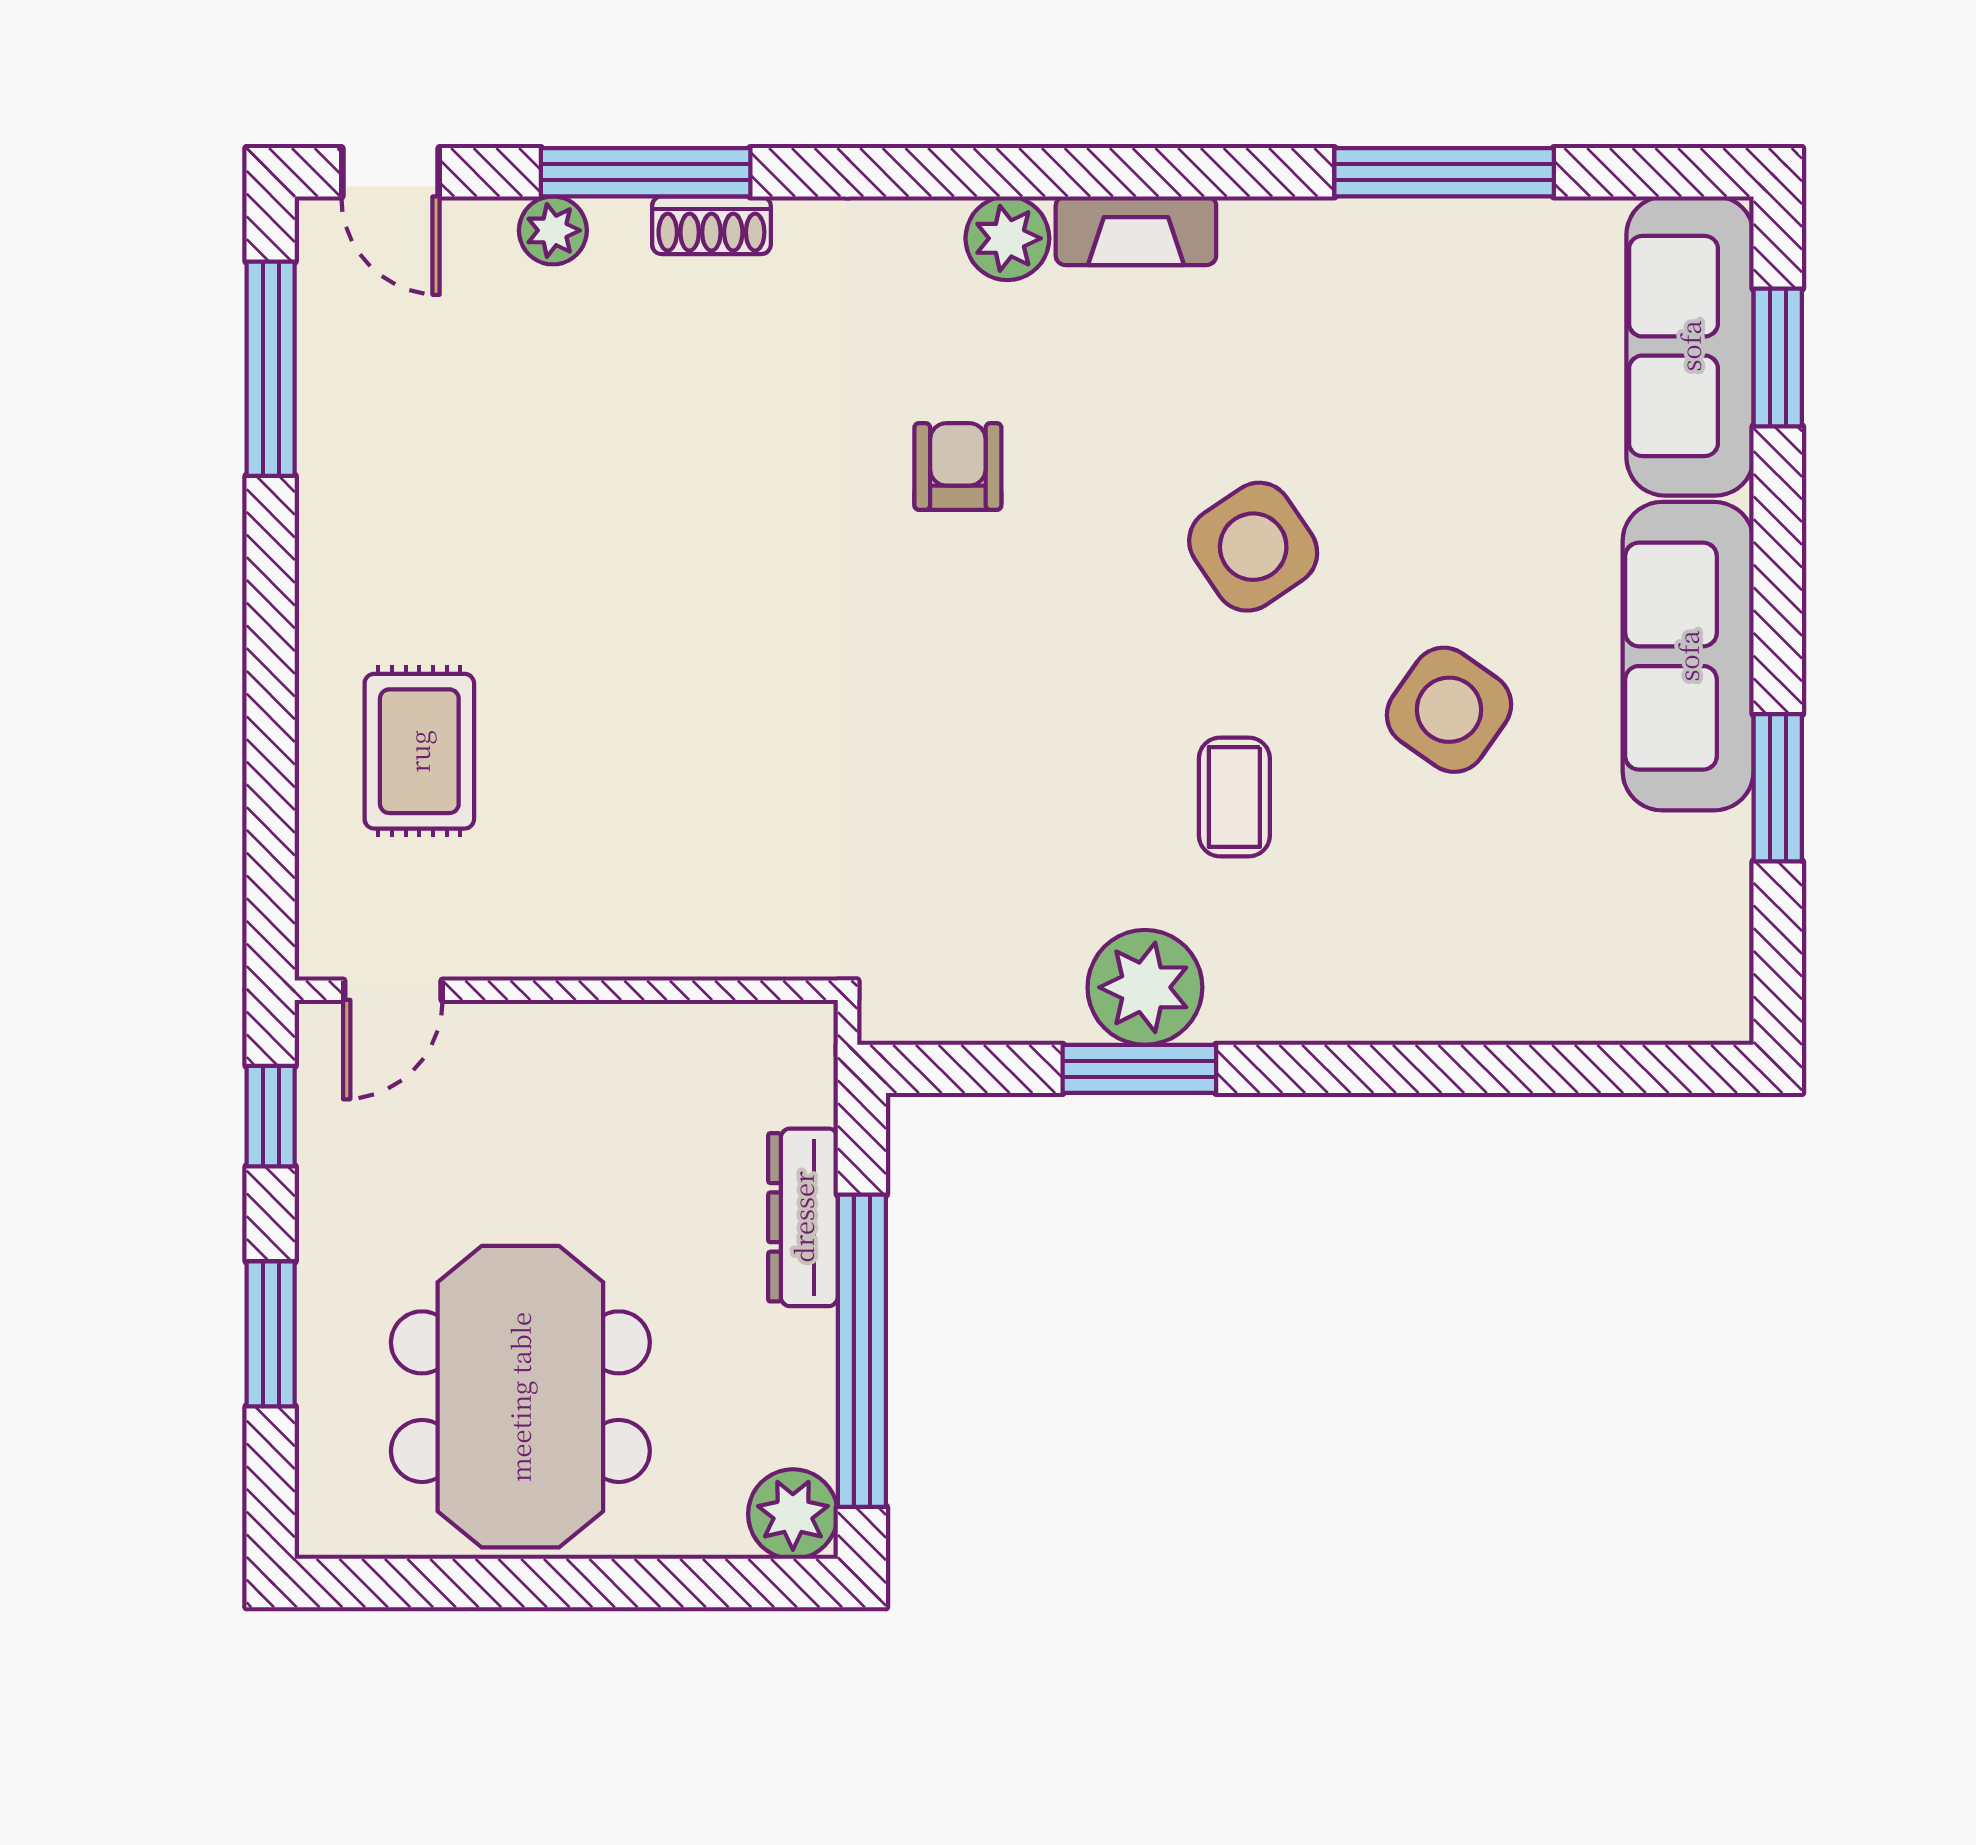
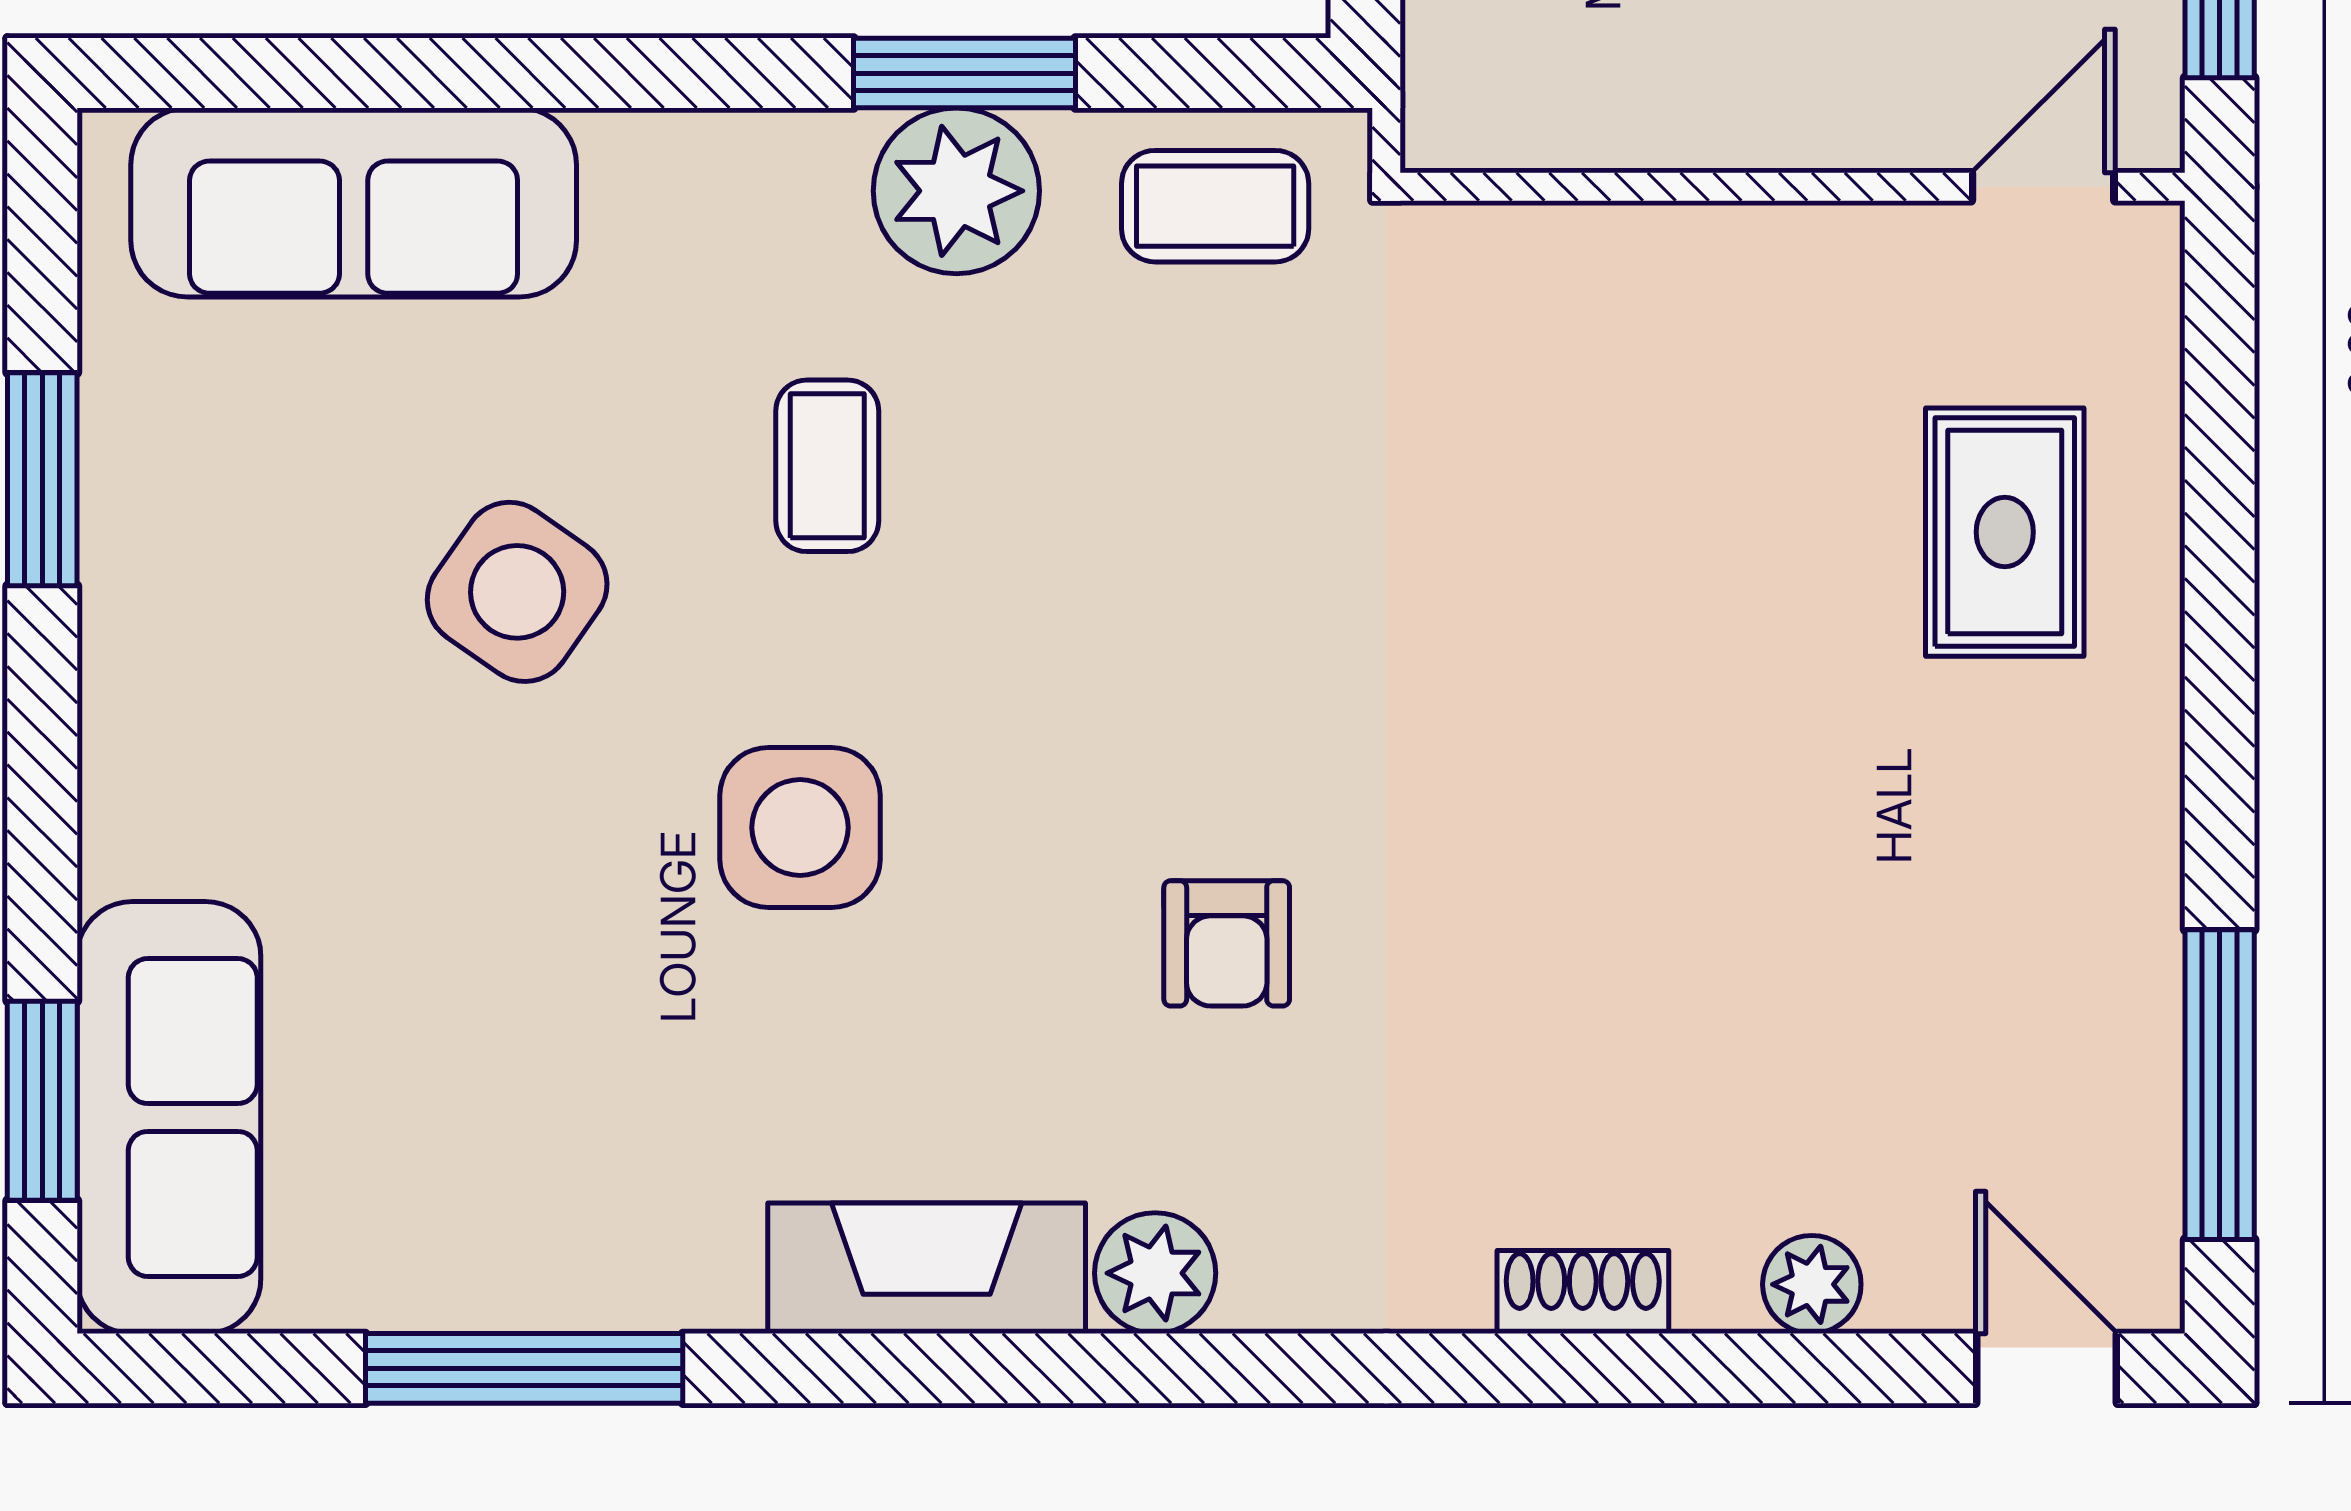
window: (646, 172) -> (1678, 1368), removed
fireplace: (1136, 231) -> (927, 1268), width x1.37, depth x1.32
side table: (1253, 547) -> (800, 827), turned 34
sofa: (1688, 656) -> (354, 203), moved, turned 90
coffee table: (966, 977) -> (1215, 206), added

